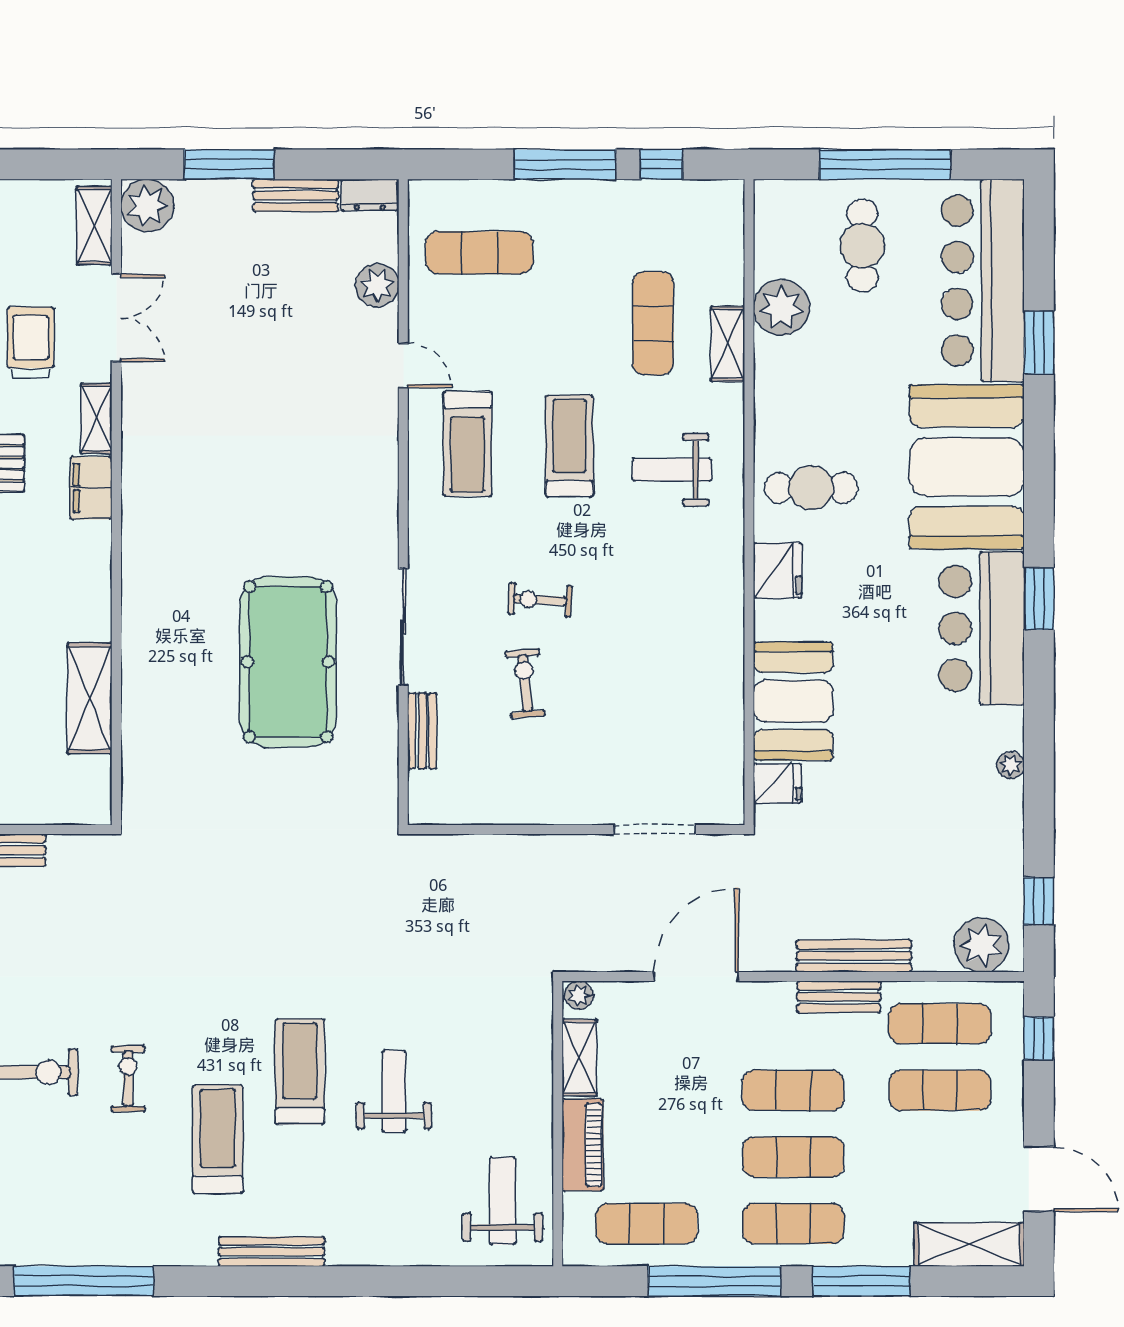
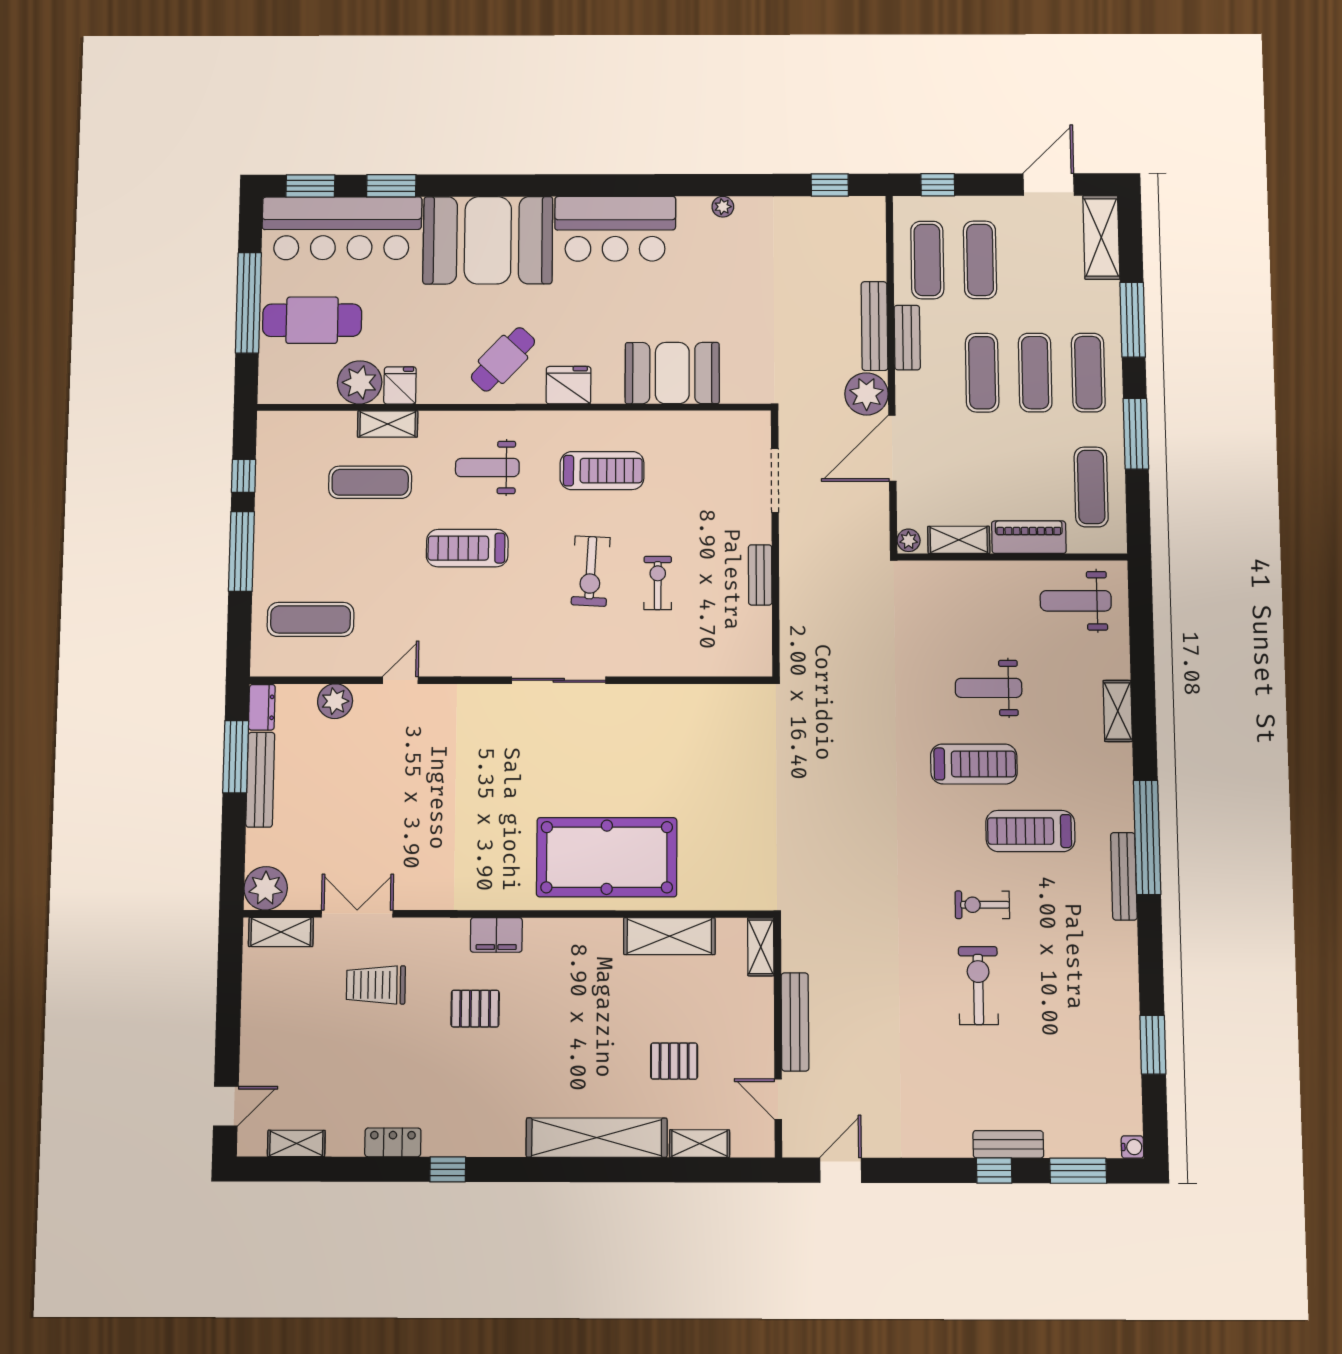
window: (229, 164) -> (236, 757), moved
bench: (296, 195) -> (260, 780), width x1.36
cafe table: (862, 246) -> (312, 320), width x1.37, depth x1.35
exercise mat: (479, 253) -> (311, 619), turned 90
shelving: (96, 419) -> (761, 947), moved, turned 90
treadmill: (468, 444) -> (602, 471), moved
weight bench: (672, 470) -> (487, 468), turned 90
cafe table: (811, 488) -> (503, 359), turned 43
window: (1039, 599) -> (310, 186), moved
exercise bike: (540, 600) -> (591, 571), width x1.38, depth x1.39
sliding door: (403, 627) -> (559, 680), moved
pool table: (288, 662) -> (607, 857), moved
exercise bike: (525, 683) -> (658, 583), turned 95
bench: (422, 731) -> (760, 575), moved, turned 90
fridge: (777, 783) -> (400, 385), moved
plant: (981, 945) -> (866, 394), moved
door: (696, 977) -> (892, 448), hinge flipped
treadmill: (300, 1072) -> (974, 764), turned 180
shelving: (365, 1249) -> (1118, 711), added
bench: (272, 1252) -> (1124, 876), moved
window: (84, 1281) -> (1147, 837), moved
window: (715, 1281) -> (1136, 434), width x0.68

